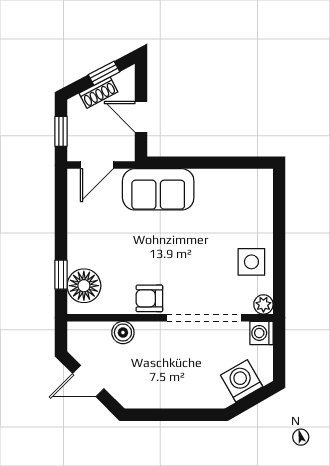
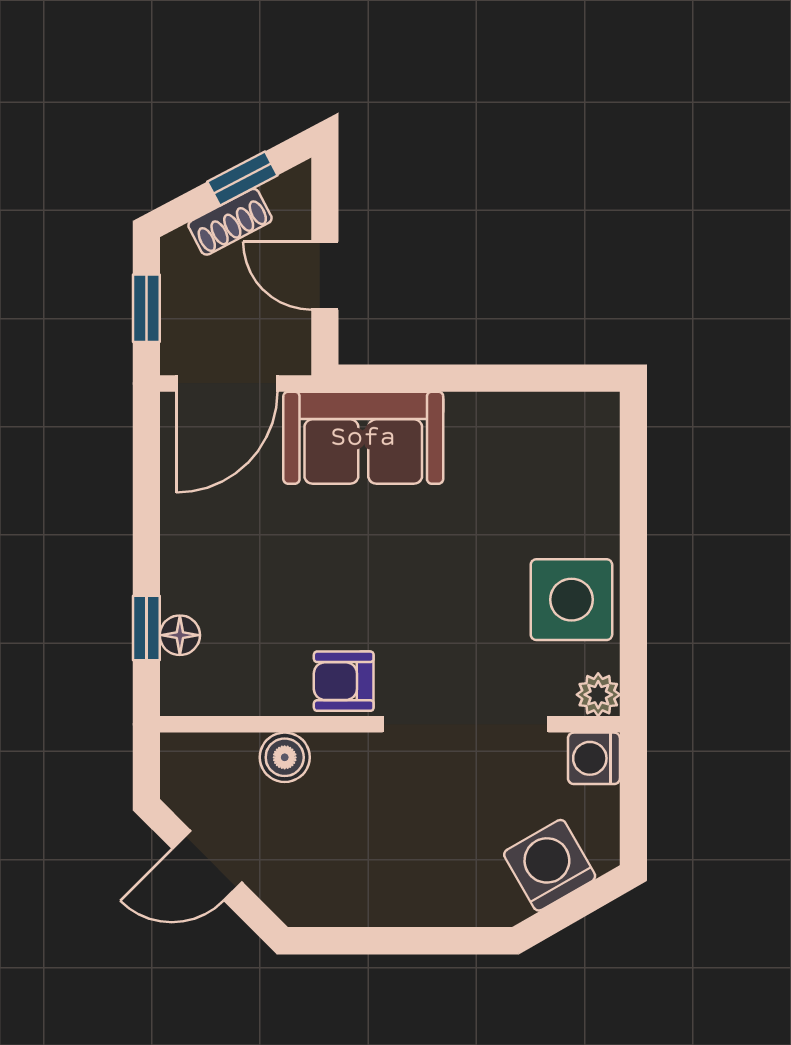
door: (97, 165) -> (227, 383), width x1.38
side table: (251, 262) -> (571, 600), width x1.37, depth x1.37
floor lamp: (84, 286) -> (180, 635), width x0.53, depth x0.53

